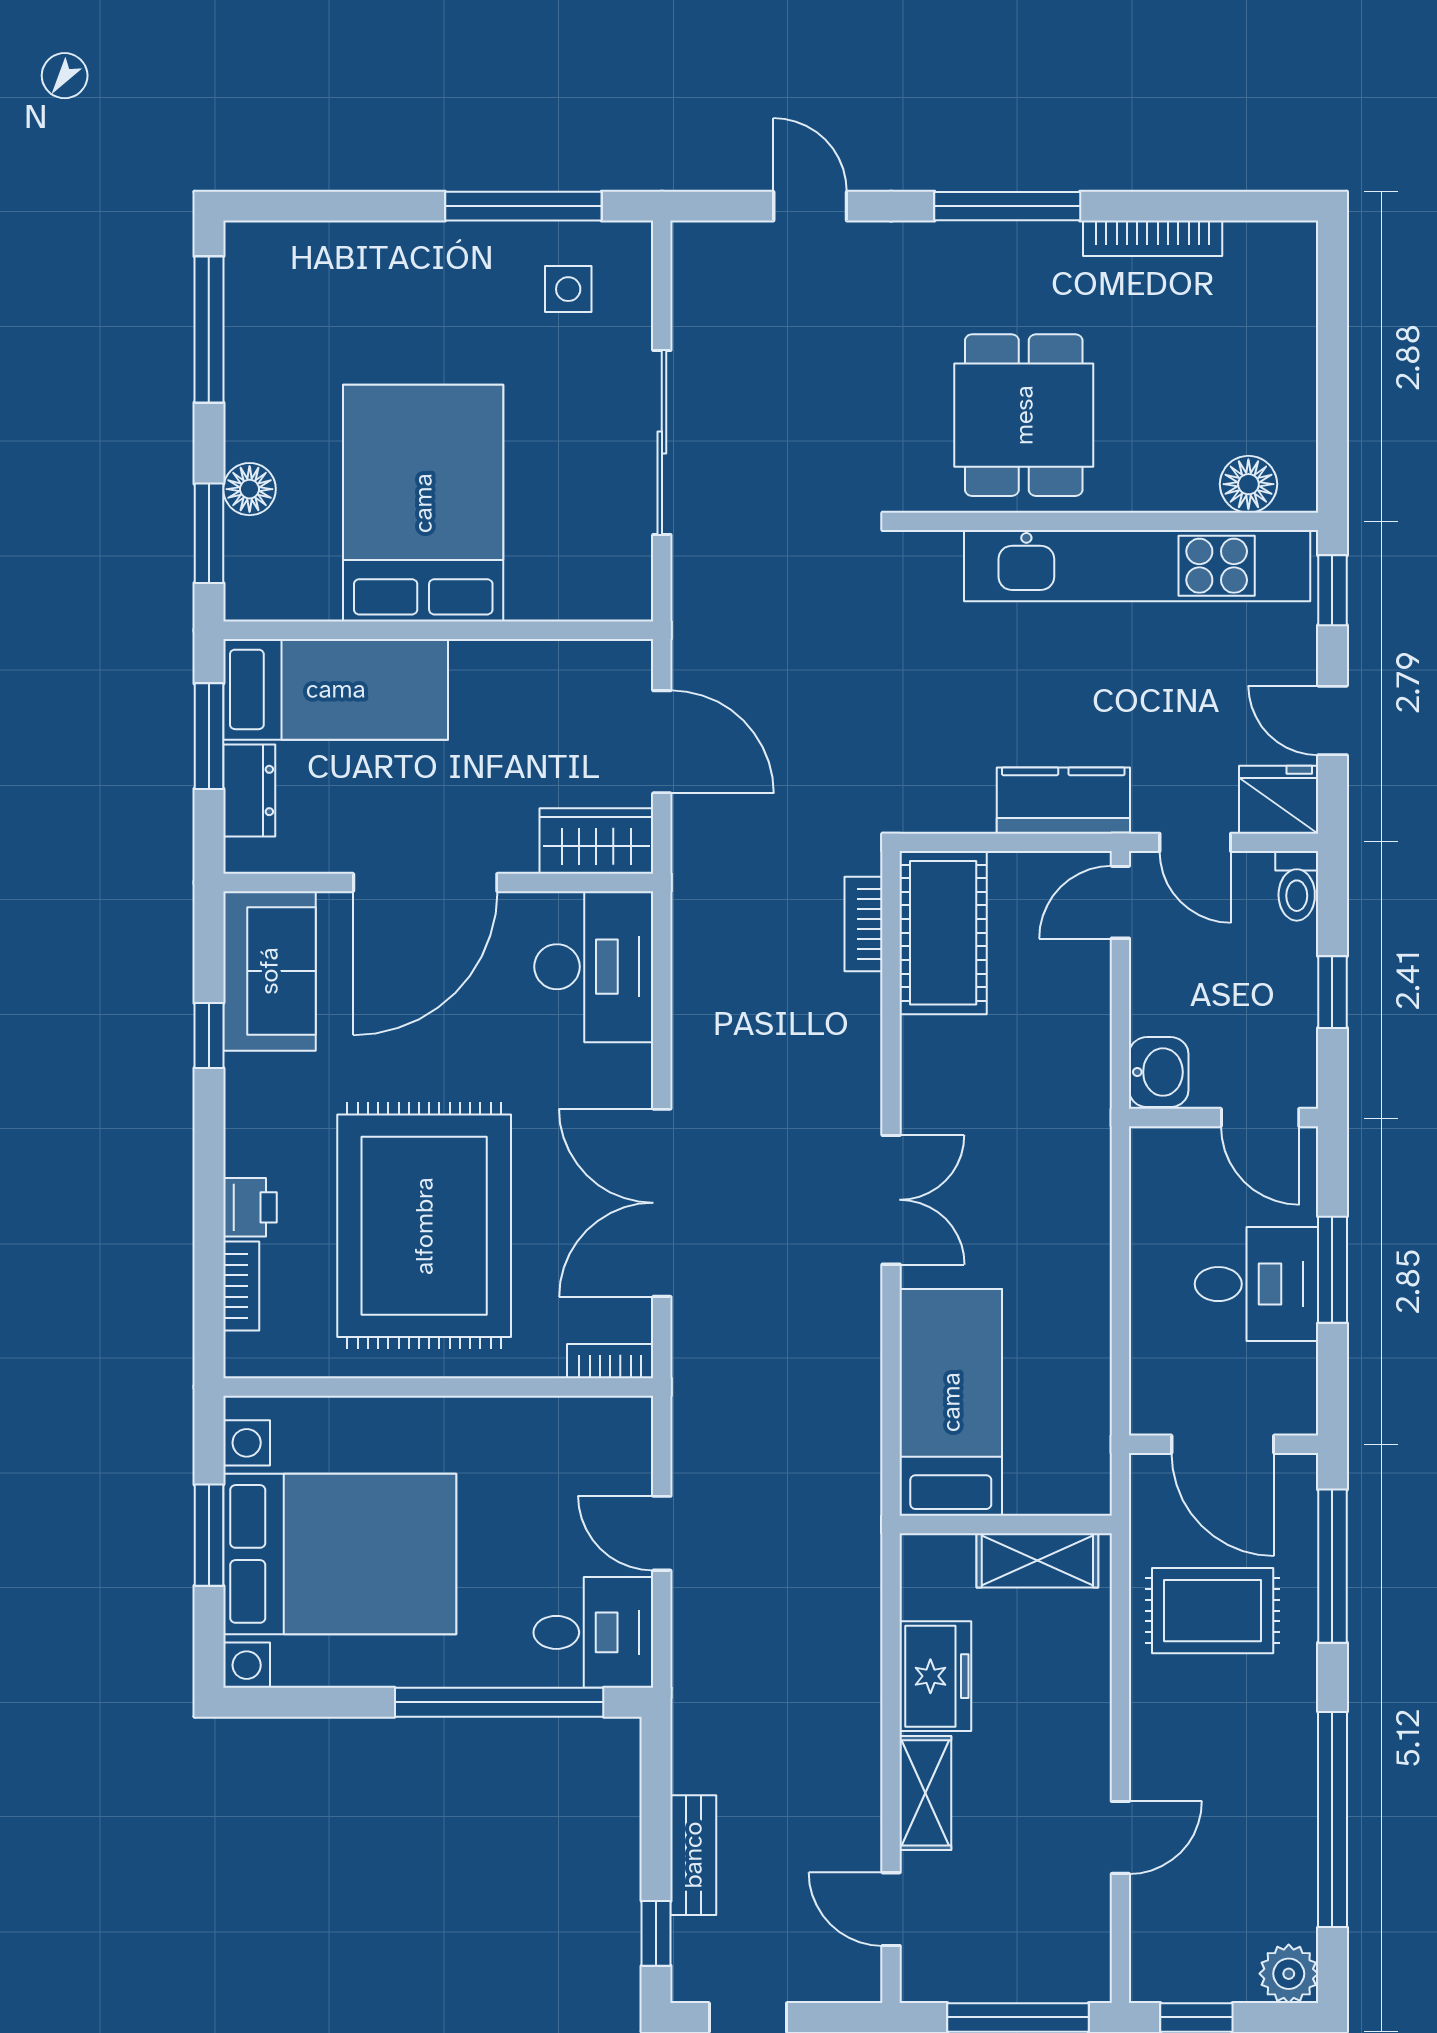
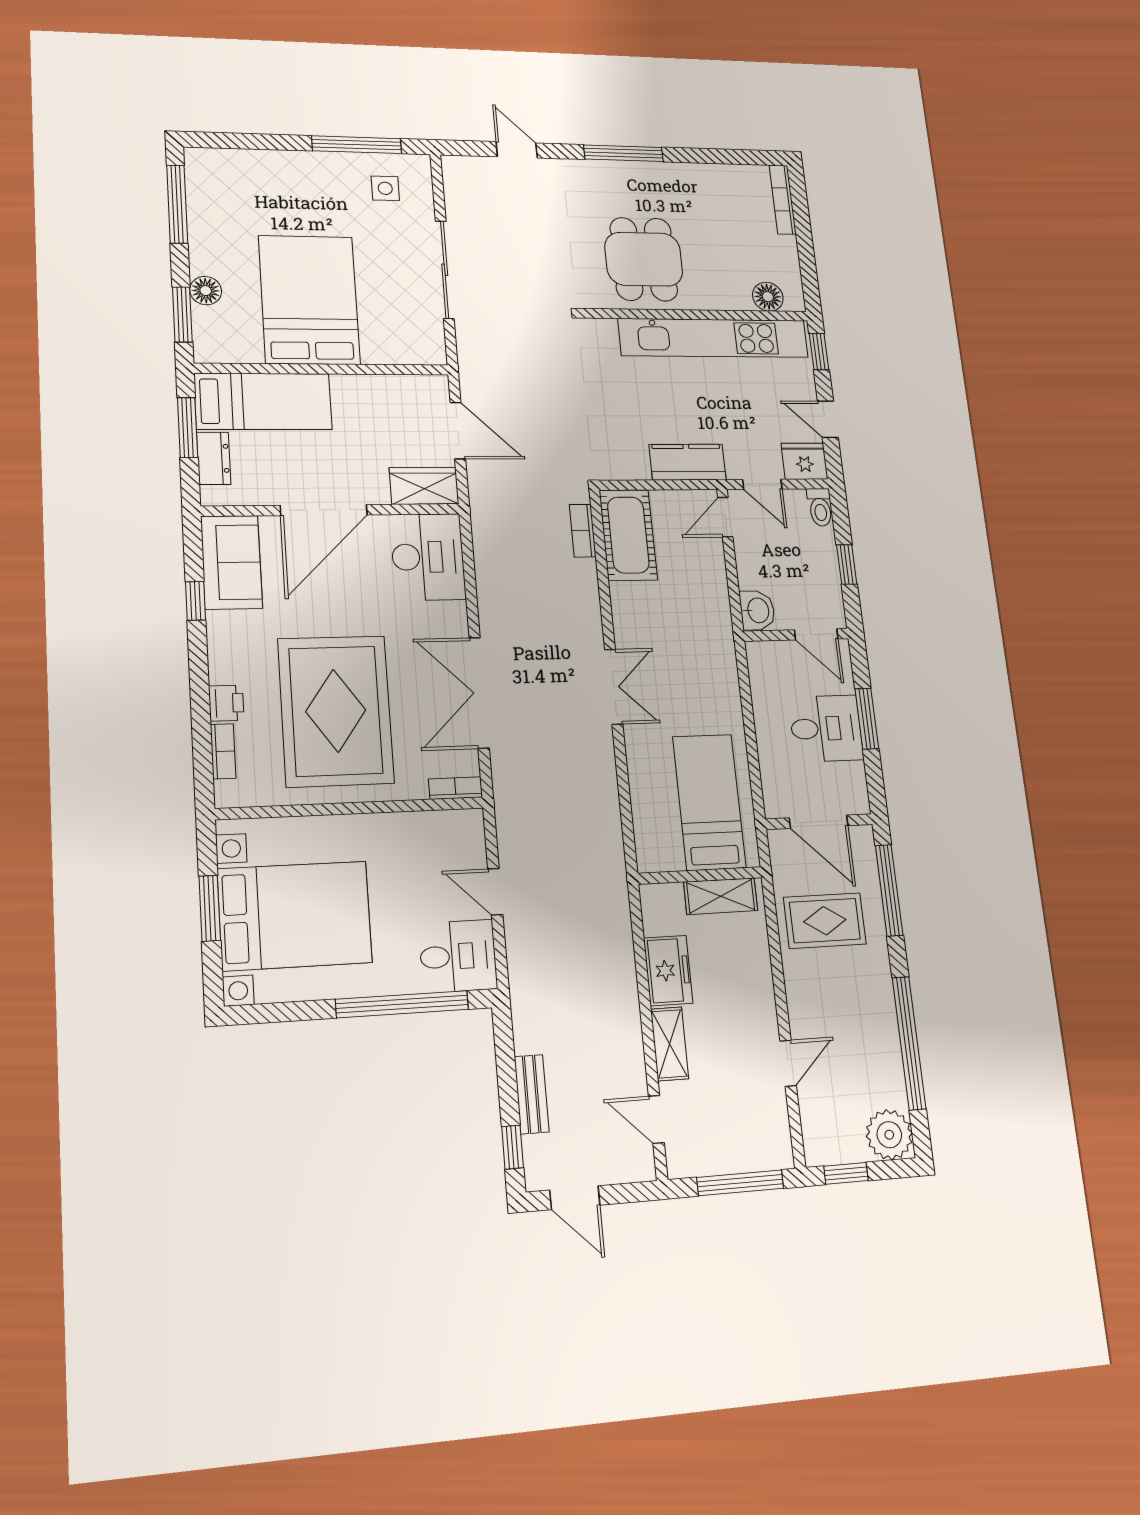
bookcase: (1153, 238) -> (783, 200), moved, turned 90
bed: (951, 1402) -> (709, 802), moved
plant: (1289, 1974) -> (889, 1135), width x1.36, depth x1.36

